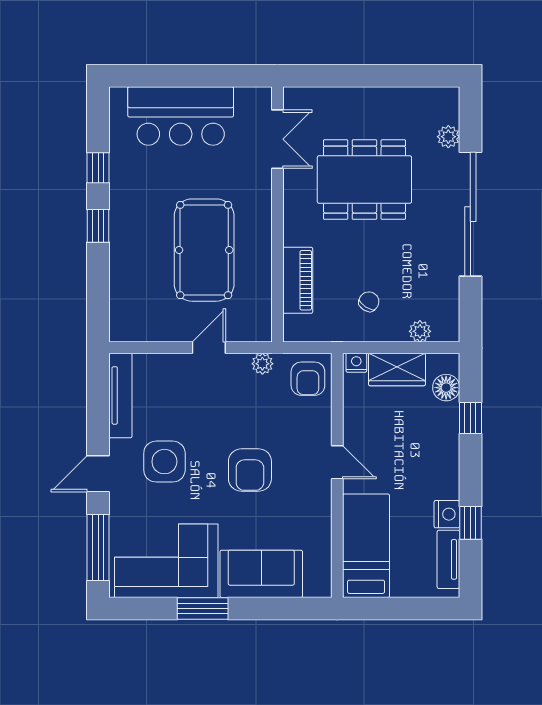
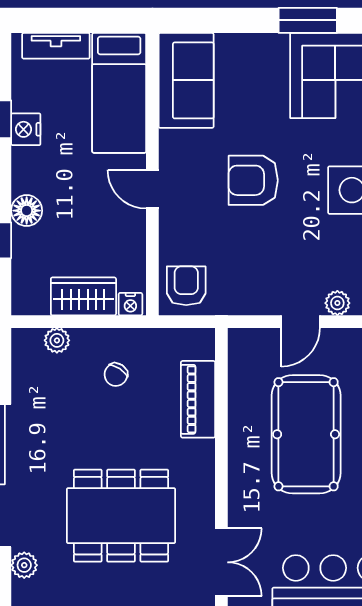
double door: (277, 139) -> (221, 562), swing flipped
plant: (262, 364) -> (337, 303), moved
floor lamp: (446, 388) -> (27, 211), moved
armchair: (250, 470) -> (253, 180), turned -90
tv unit: (448, 559) -> (56, 46), moved, turned 90
sofa: (261, 574) -> (186, 80), moved, turned -90

